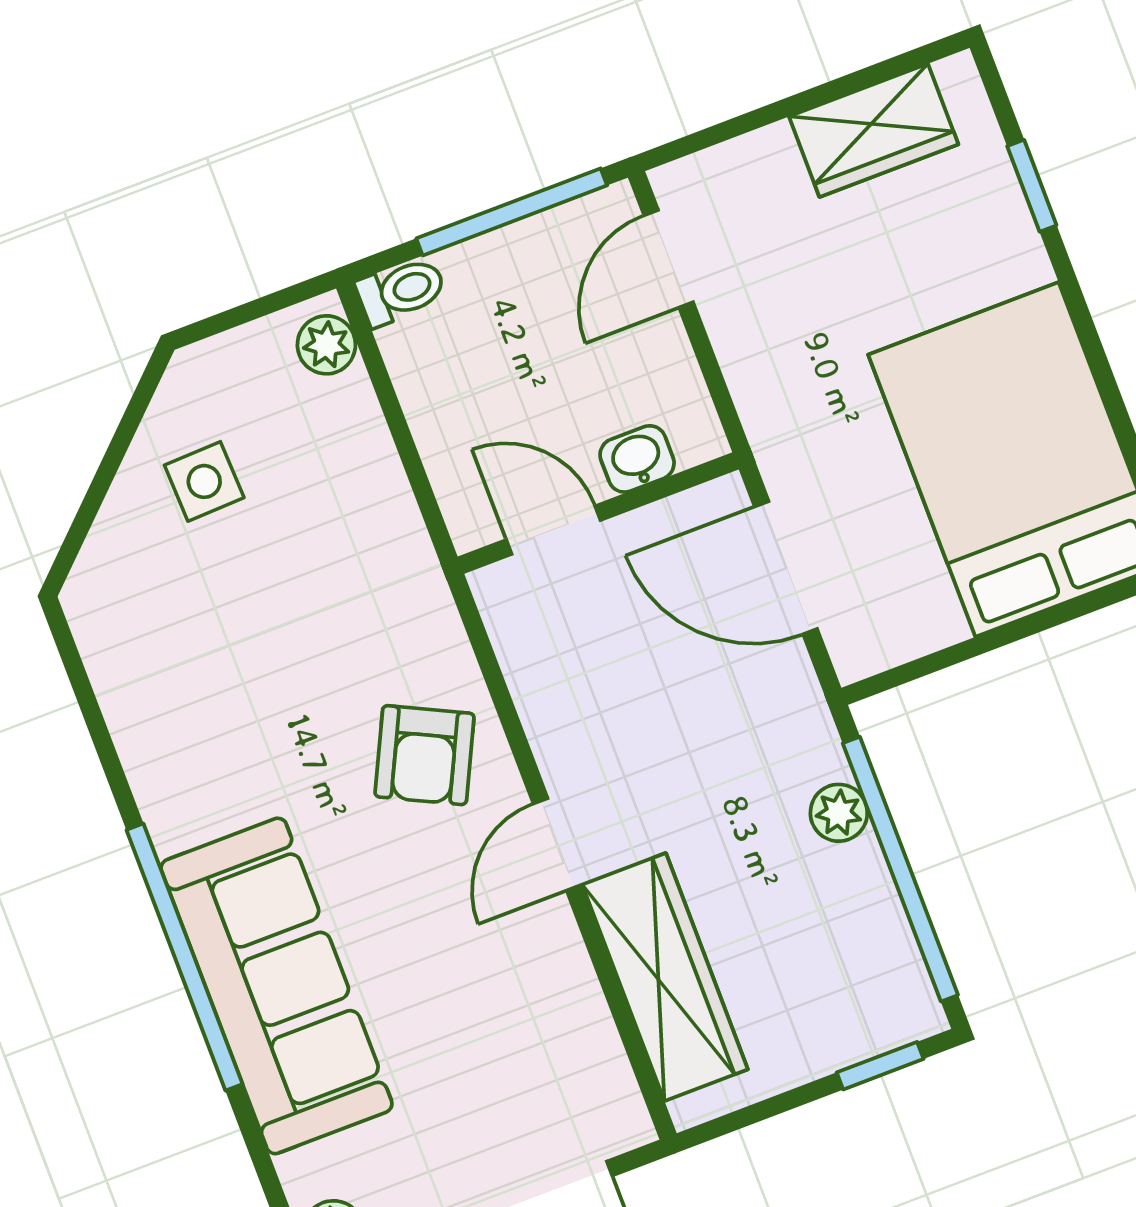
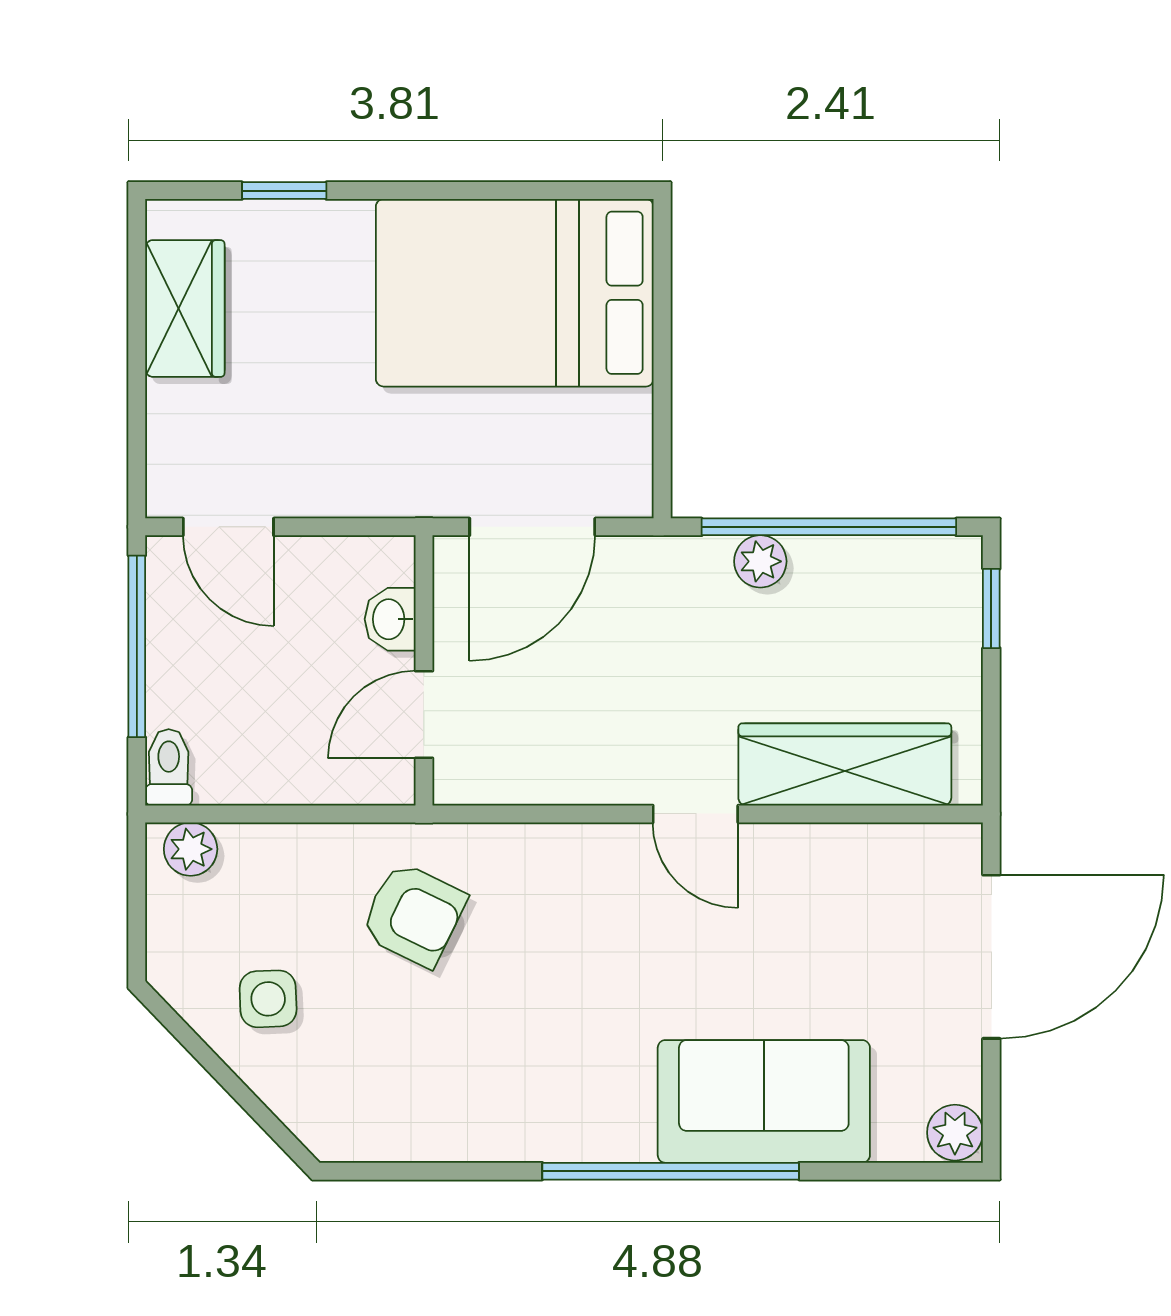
armchair: (425, 755) -> (413, 915), moved
sofa: (277, 986) -> (764, 1101), width x0.73

